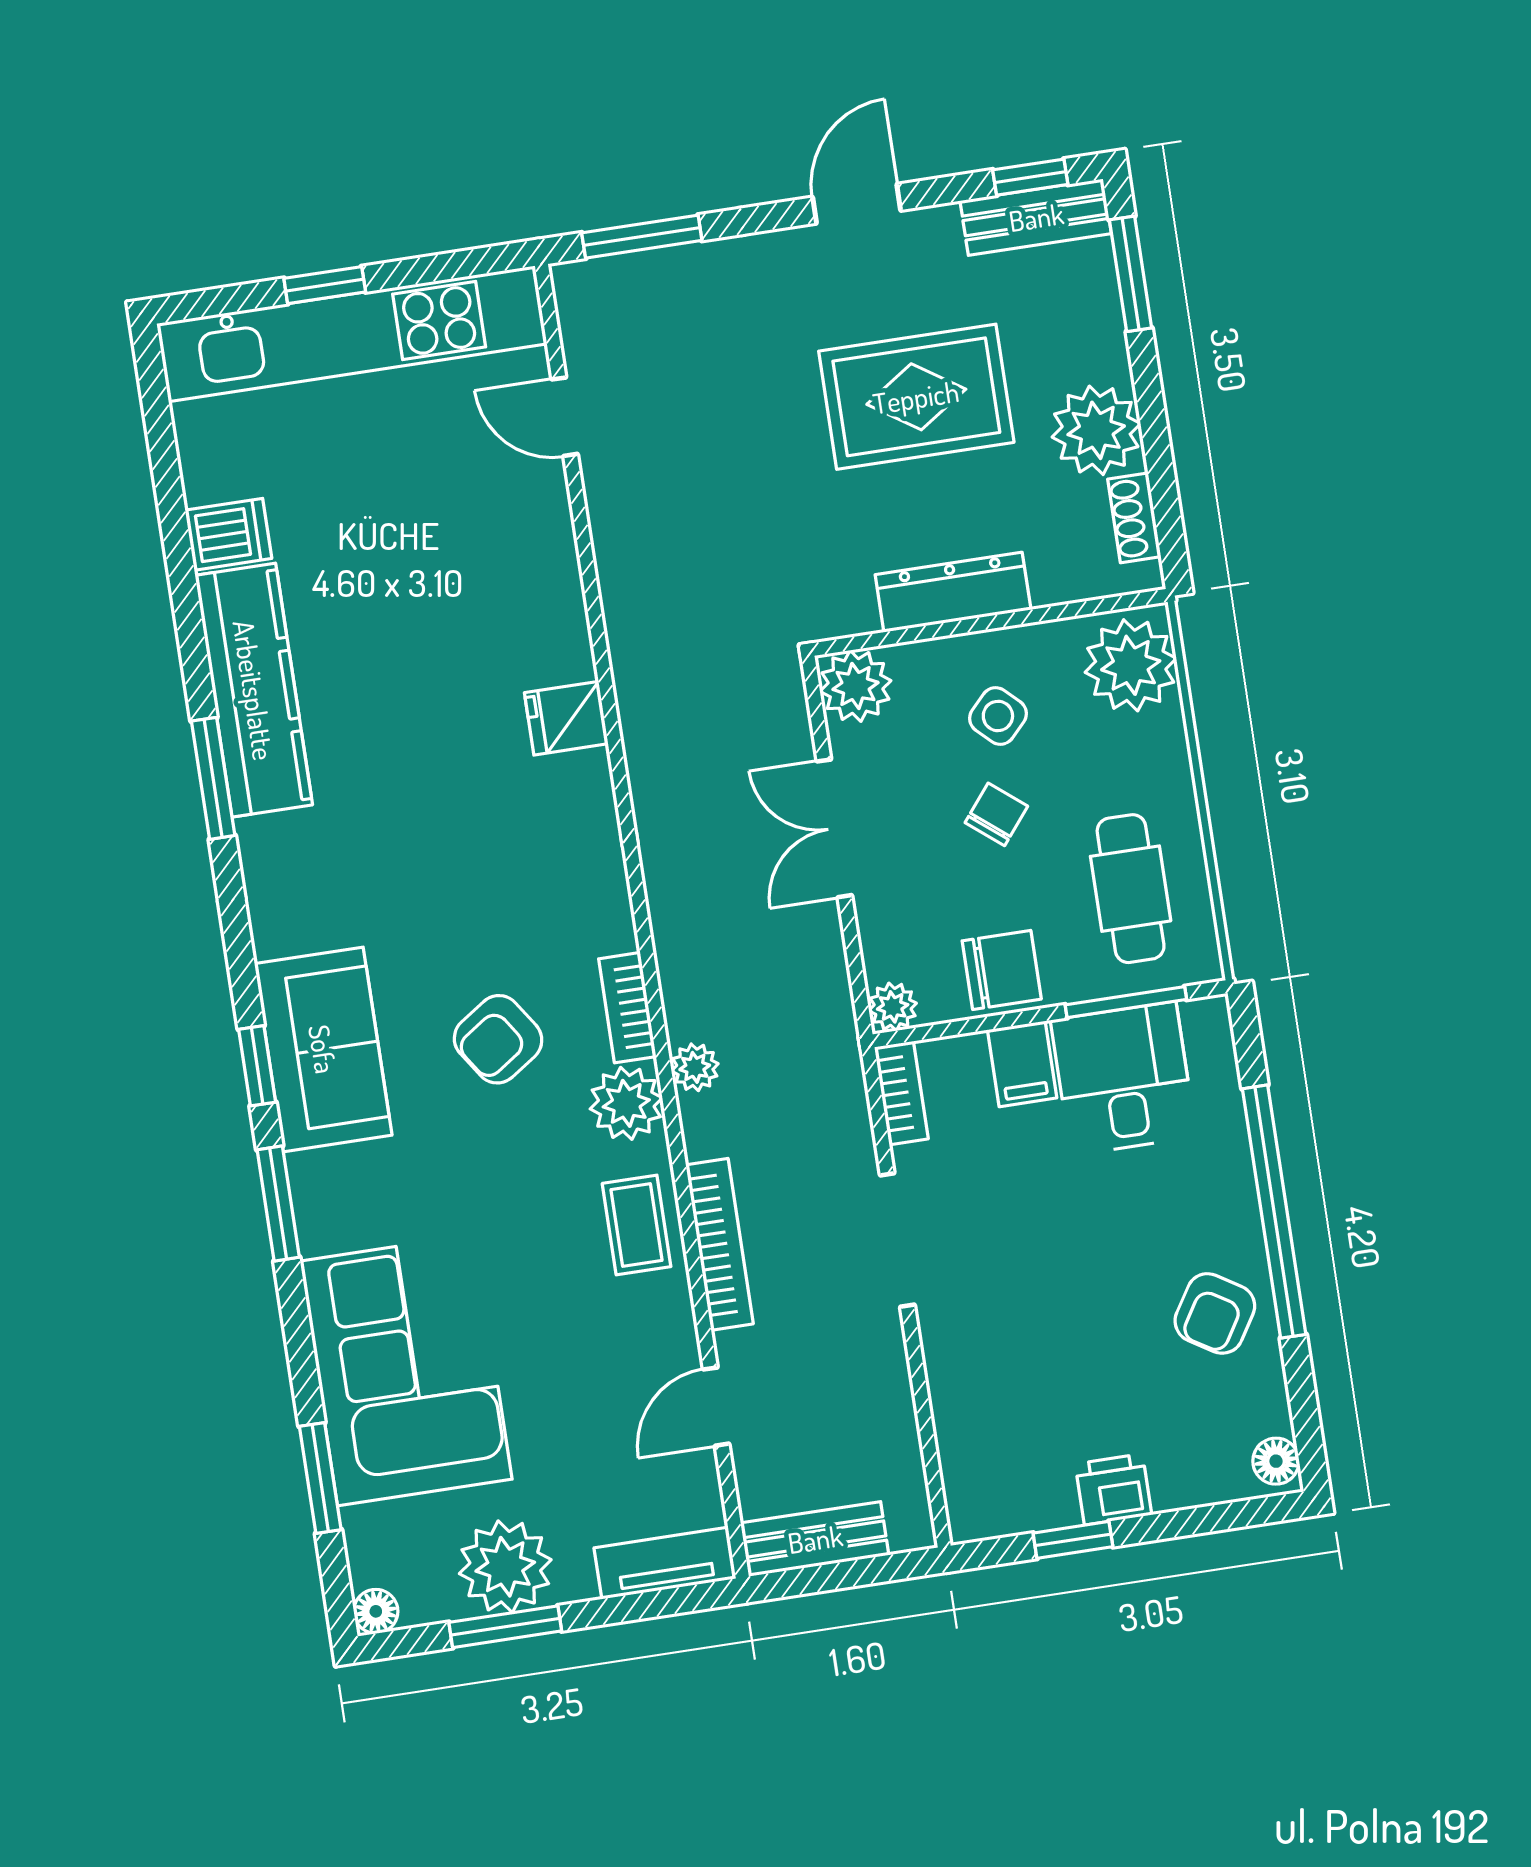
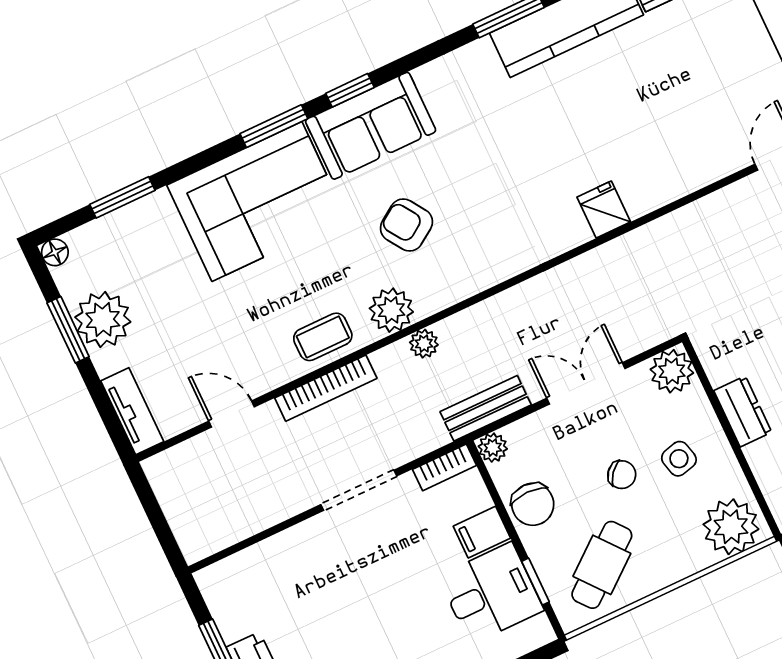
dresser: (953, 592) -> (743, 412), width x0.70
side table: (998, 716) -> (679, 459), turned 32
cafe table: (1131, 889) -> (602, 565), turned -39
window: (1126, 1002) -> (535, 582), width x0.67
bookcase: (627, 1008) -> (447, 294), removed
corner sofa: (406, 1370) -> (257, 202), moved
bench: (815, 1539) -> (486, 408), moved, turned 90

